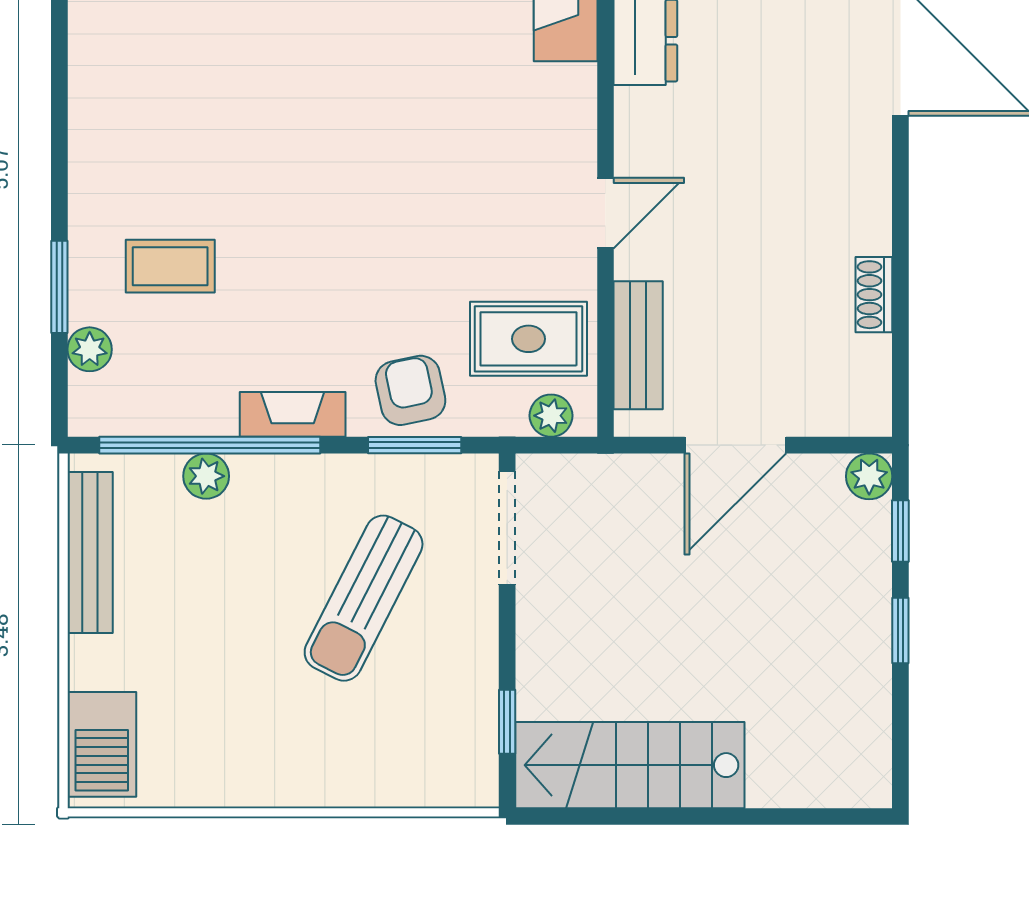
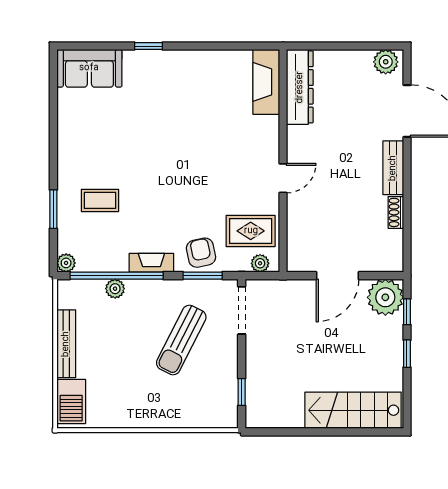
bench: (638, 345) -> (393, 168), moved
plant: (90, 349) -> (66, 263), moved
plant: (869, 476) -> (385, 297), width x1.88, depth x1.88
bench: (90, 552) -> (66, 344), moved
stairs: (630, 765) -> (353, 410), moved

